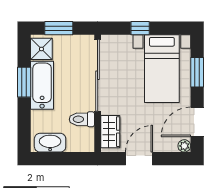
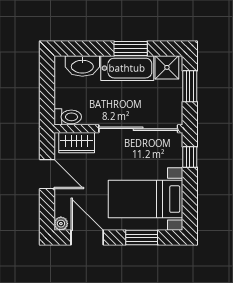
window: (140, 28) -> (190, 157), moved
toilet: (82, 119) -> (68, 117), moved, turned 90
washbasin: (50, 143) -> (82, 66), moved, turned 90

